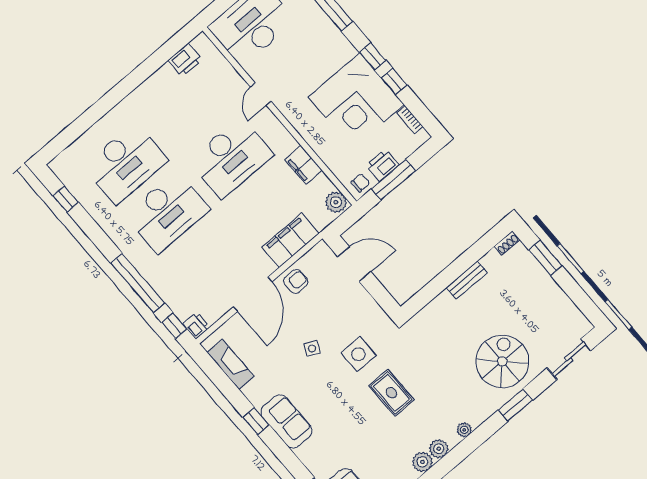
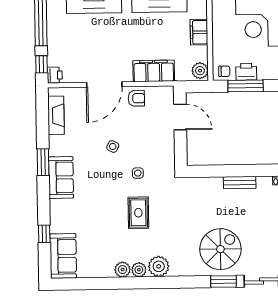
side table: (358, 354) -> (138, 173), width x0.54, depth x0.54
window: (515, 405) -> (224, 282), moved
window: (256, 421) -> (43, 162), width x1.50
plant: (464, 430) -> (159, 266), width x1.88, depth x1.88

